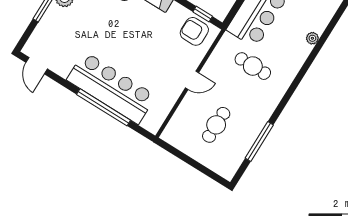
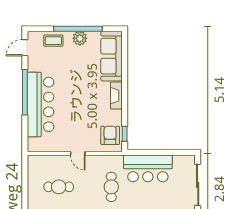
coffee table: (49, 29) -> (53, 41), added
window: (104, 107) -> (25, 92), moved

